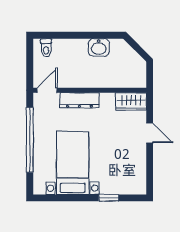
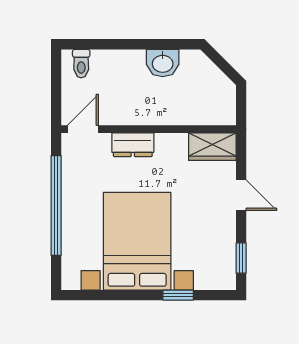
dresser: (79, 100) -> (133, 145), width x0.70
bed with nightstands: (73, 163) -> (137, 241), width x1.36
window: (150, 174) -> (241, 258), added

